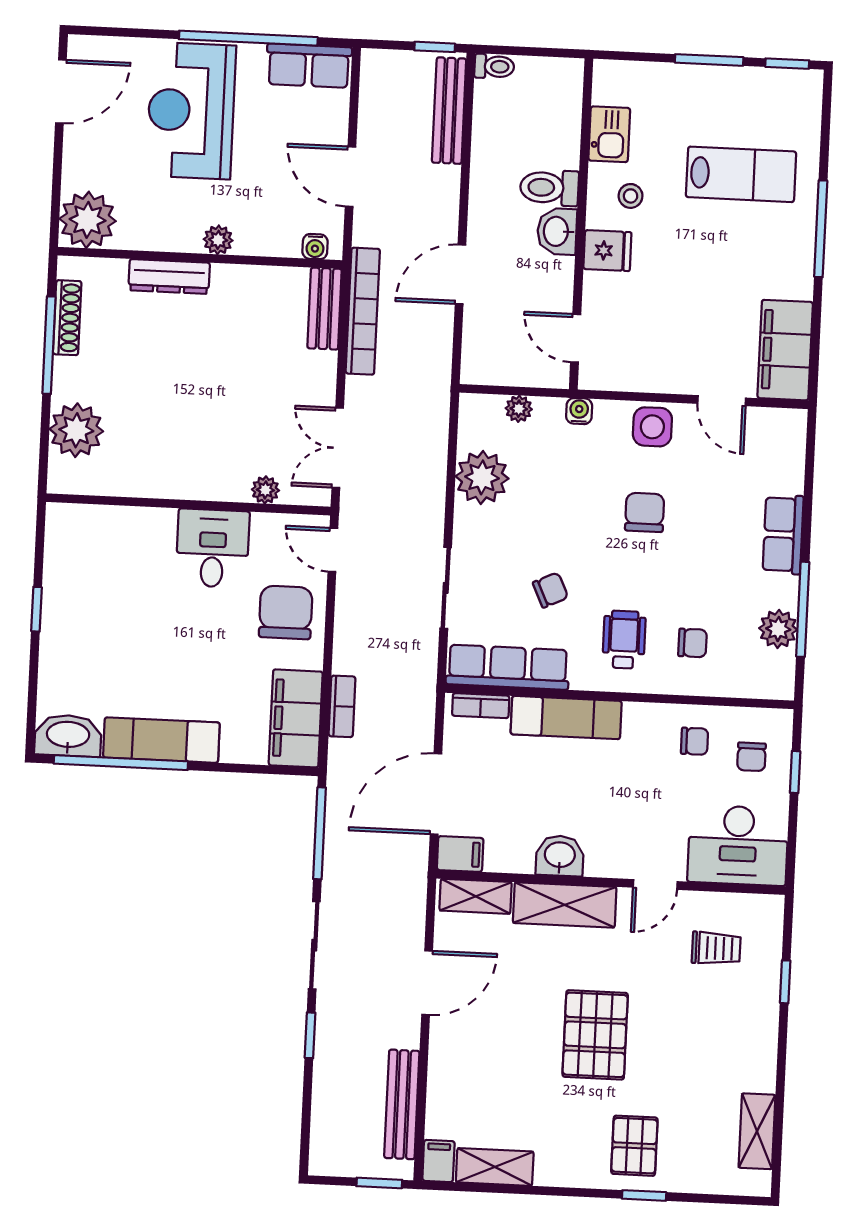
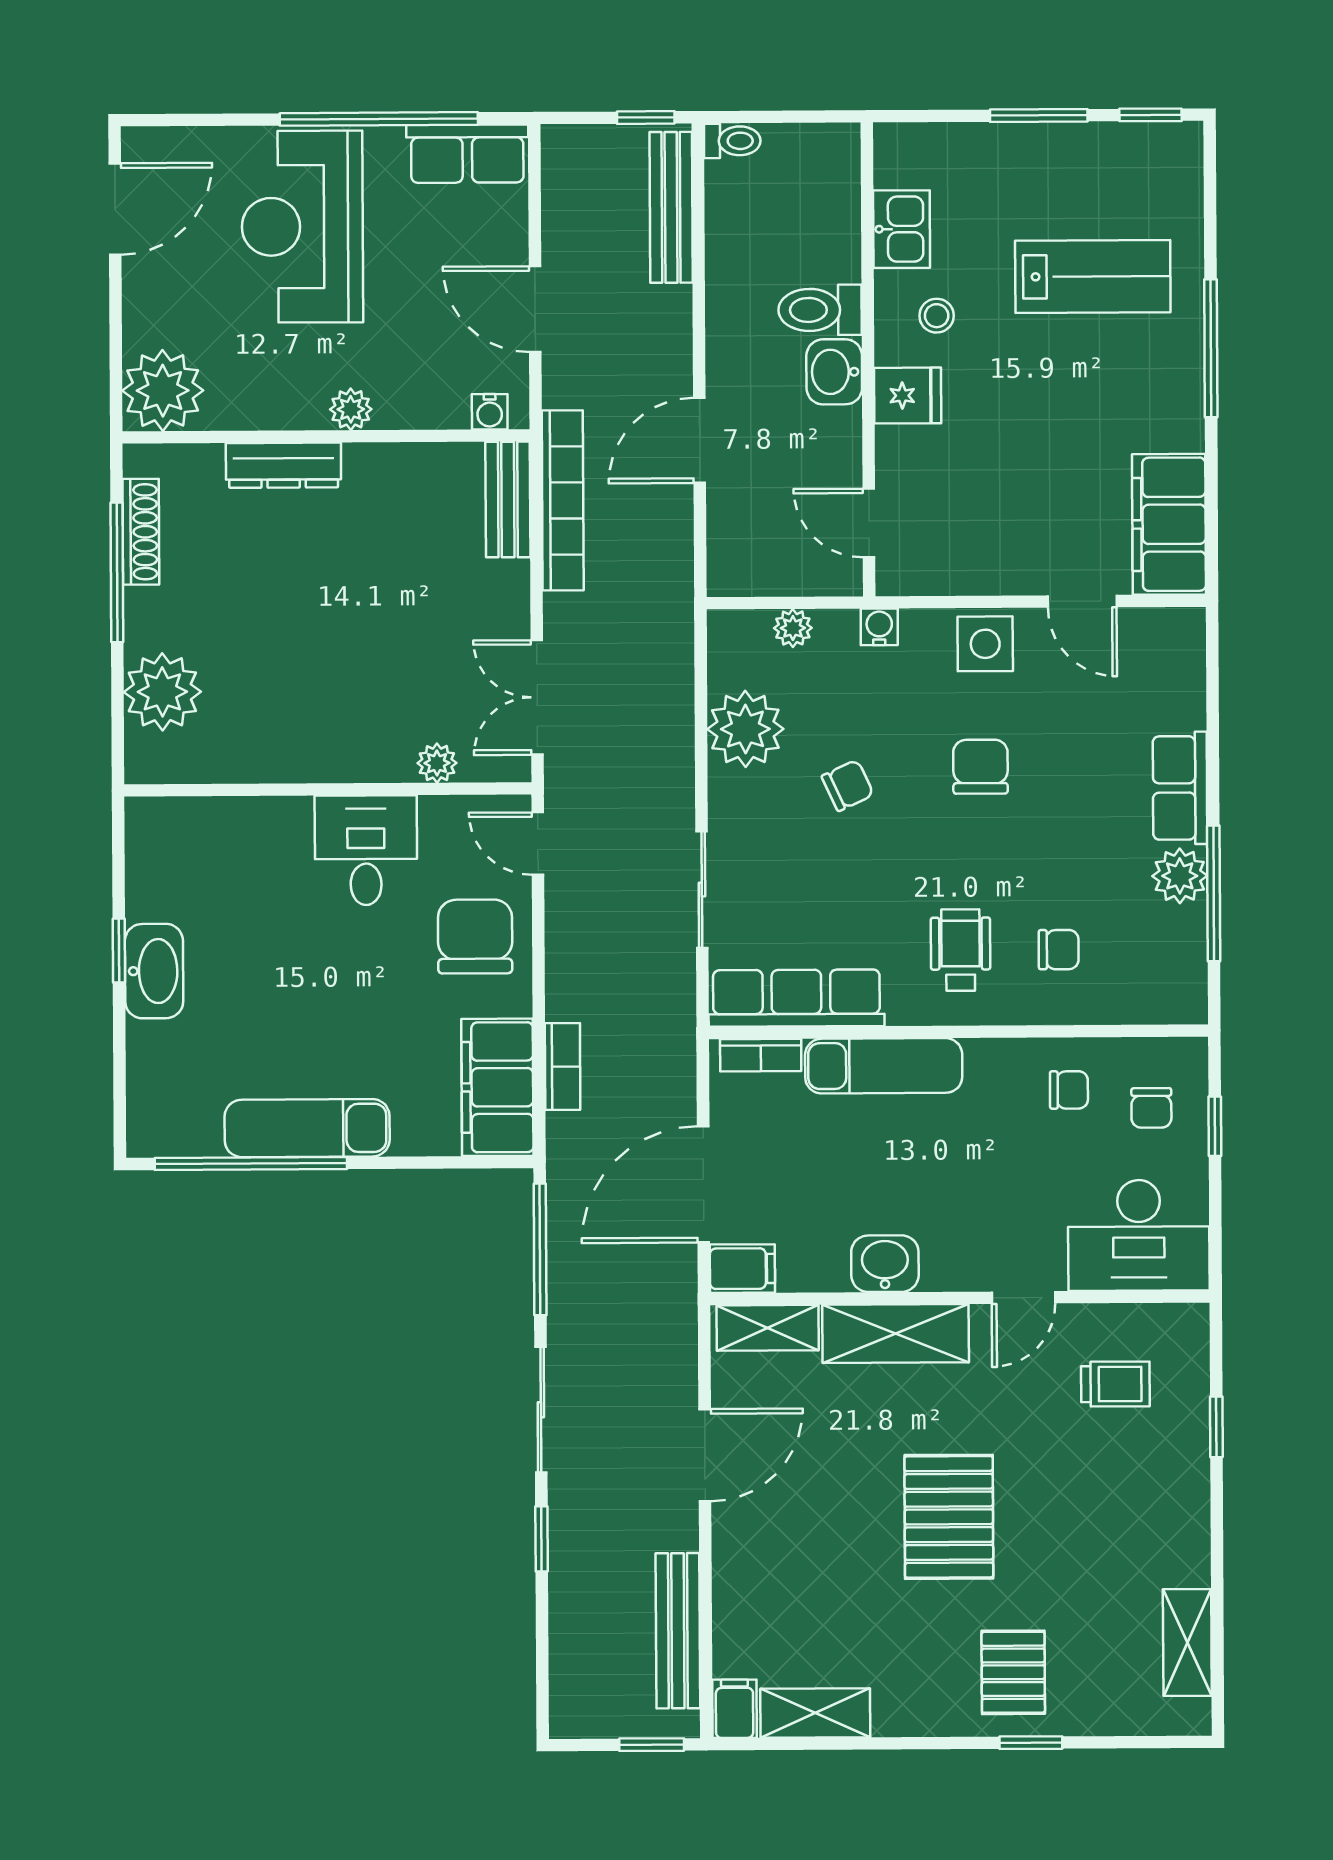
chair: (550, 590) -> (848, 785), moved
plant: (778, 629) -> (1180, 876), moved
washbasin: (68, 736) -> (154, 971), moved, turned 90

